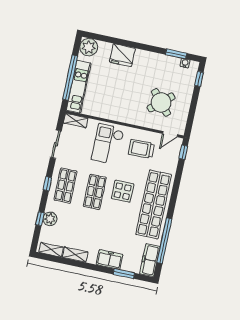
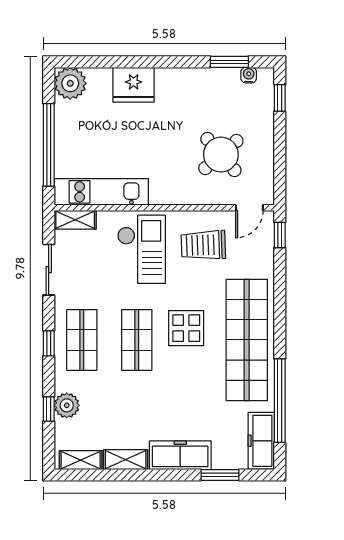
kitchen unit: (79, 87) -> (101, 192), moved, turned -90
checkout: (108, 144) -> (142, 249), turned 180
freezer: (110, 260) -> (180, 455), width x1.40

